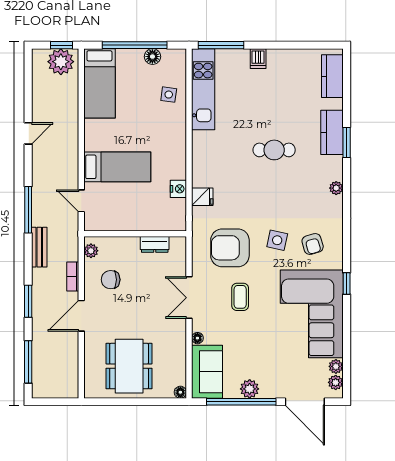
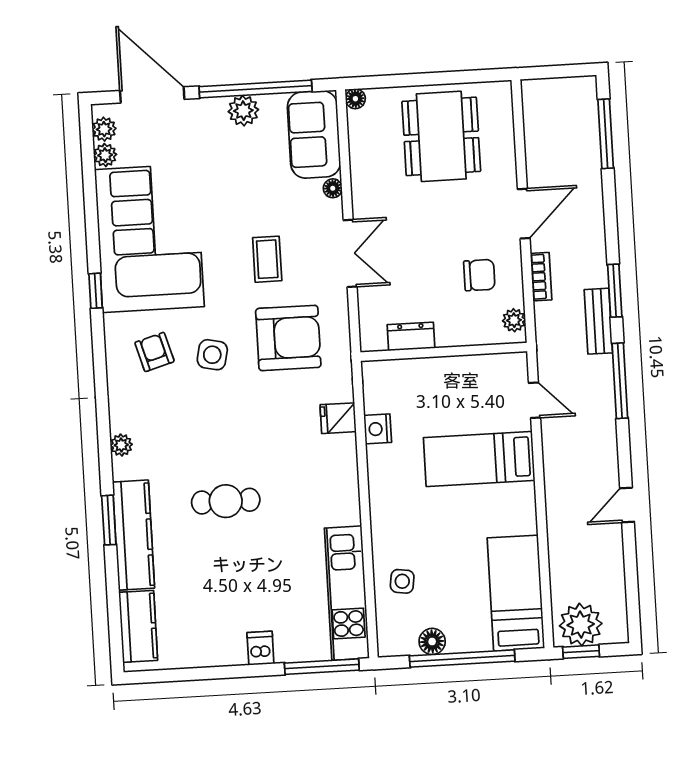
kitchen counter: (332, 132) -> (133, 535), width x1.50
window: (28, 301) -> (615, 291), moved

